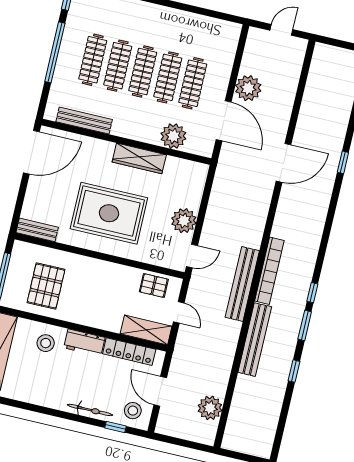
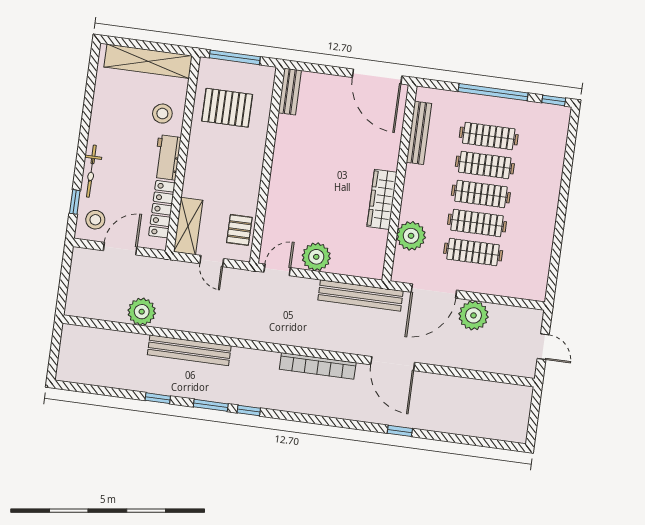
rug: (109, 213) -> (316, 171), removed
door: (192, 256) -> (277, 270), swing flipped
bookcase: (269, 271) -> (318, 366), moved
bench: (242, 284) -> (361, 296), moved
door: (179, 312) -> (212, 261), hinge flipped
plant: (210, 408) -> (142, 312), moved

